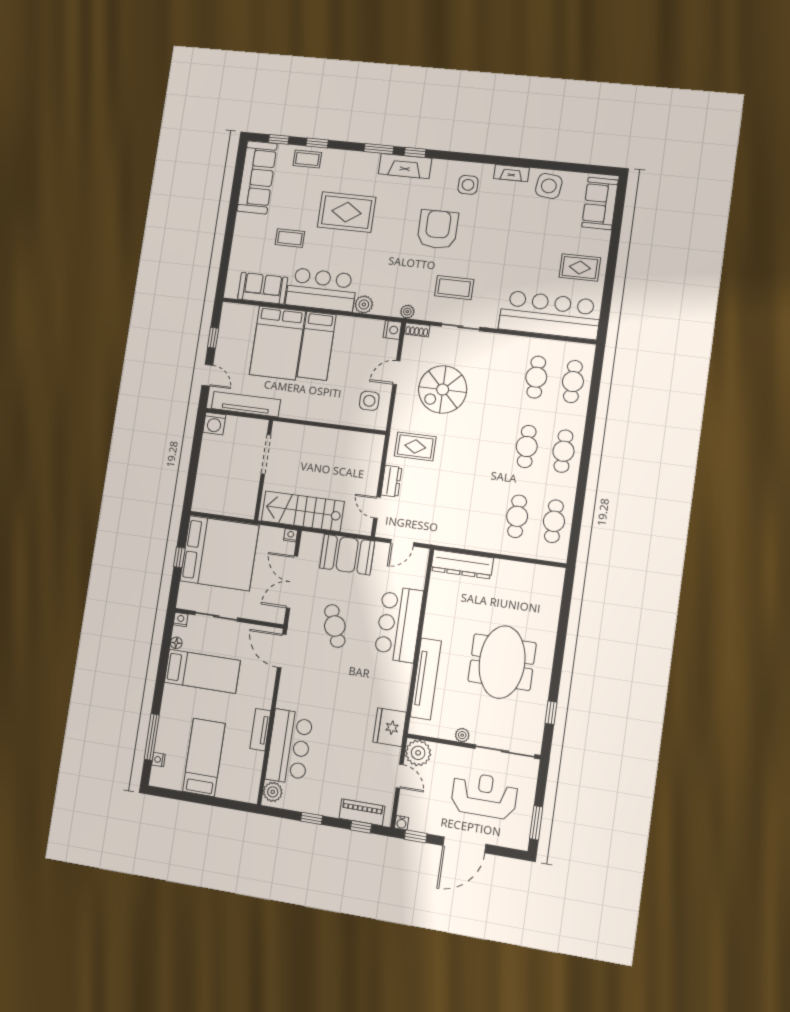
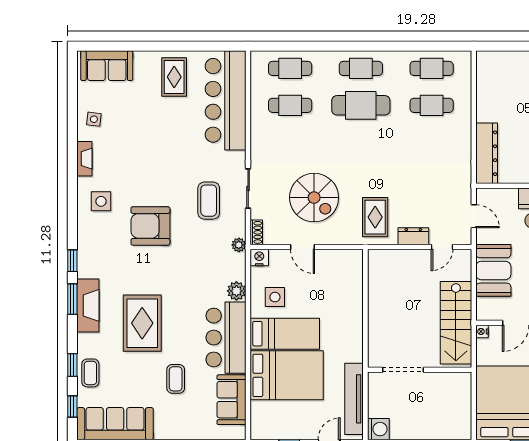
fireplace: (405, 166) -> (88, 305), moved
side table: (549, 186) -> (94, 119), width x0.54, depth x0.54
side table: (369, 401) -> (275, 297), moved
cafe table: (527, 446) -> (361, 105), width x1.37, depth x1.35

